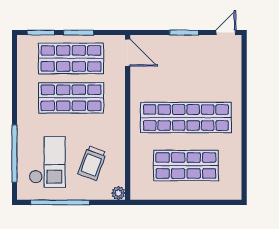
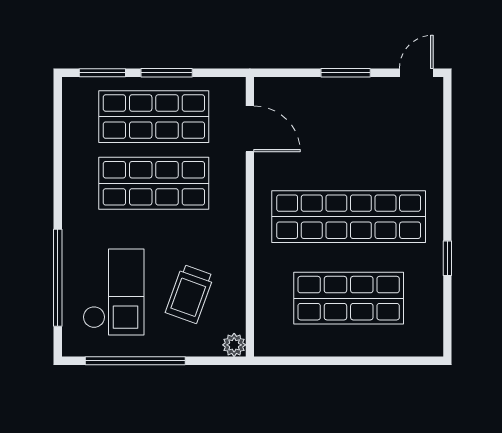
door: (128, 53) -> (250, 129), moved
window: (244, 142) -> (447, 258), added

